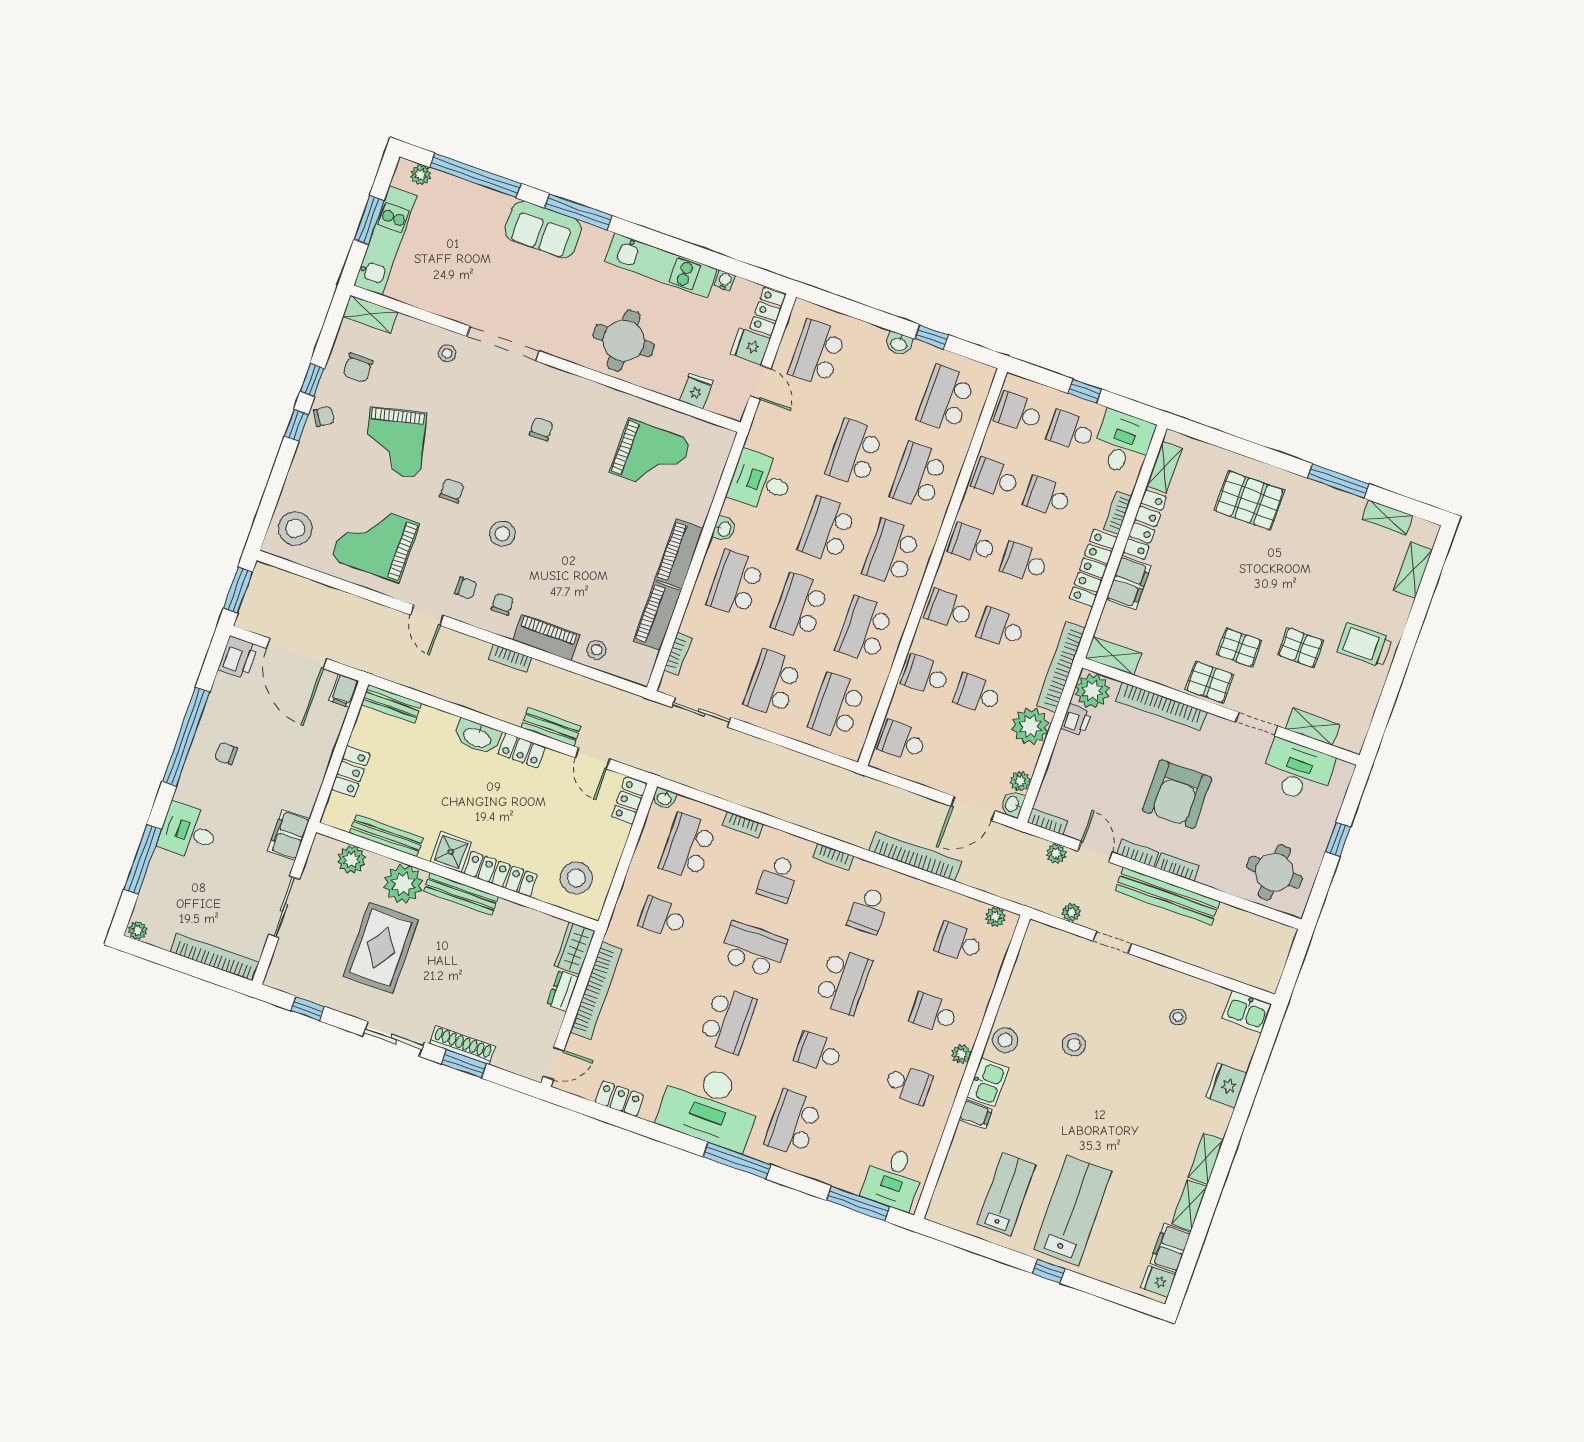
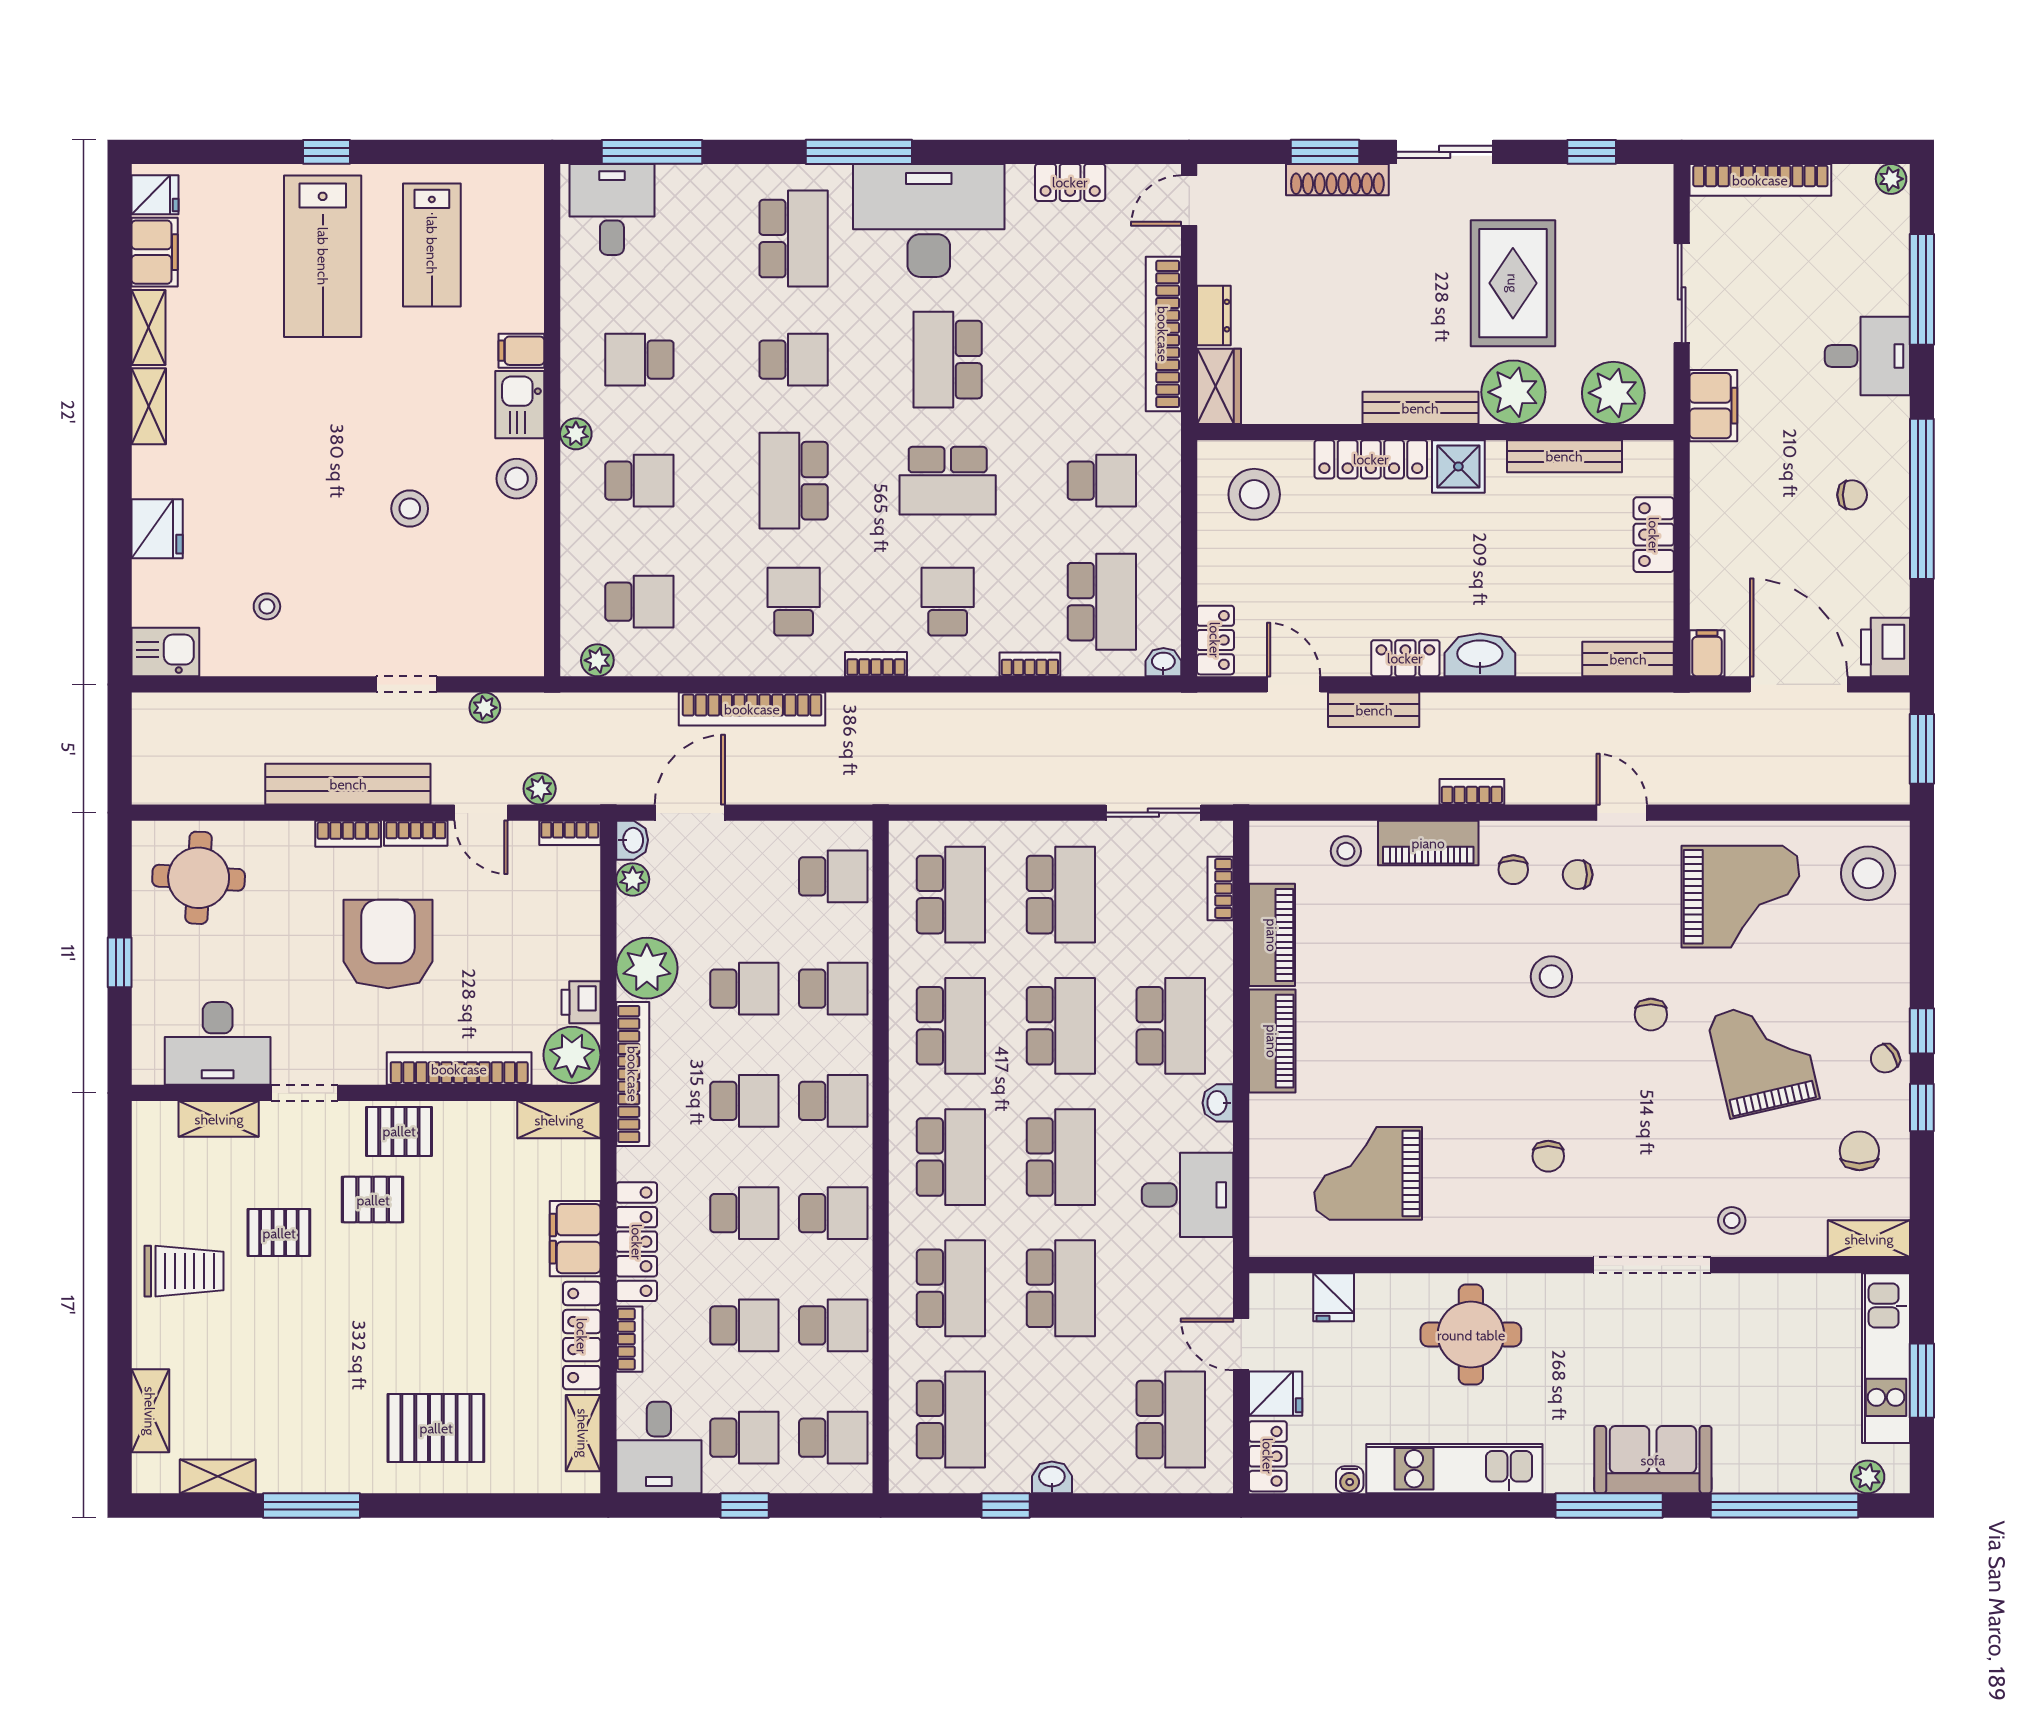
plant: (351, 860) -> (1613, 393), width x1.36, depth x1.36

